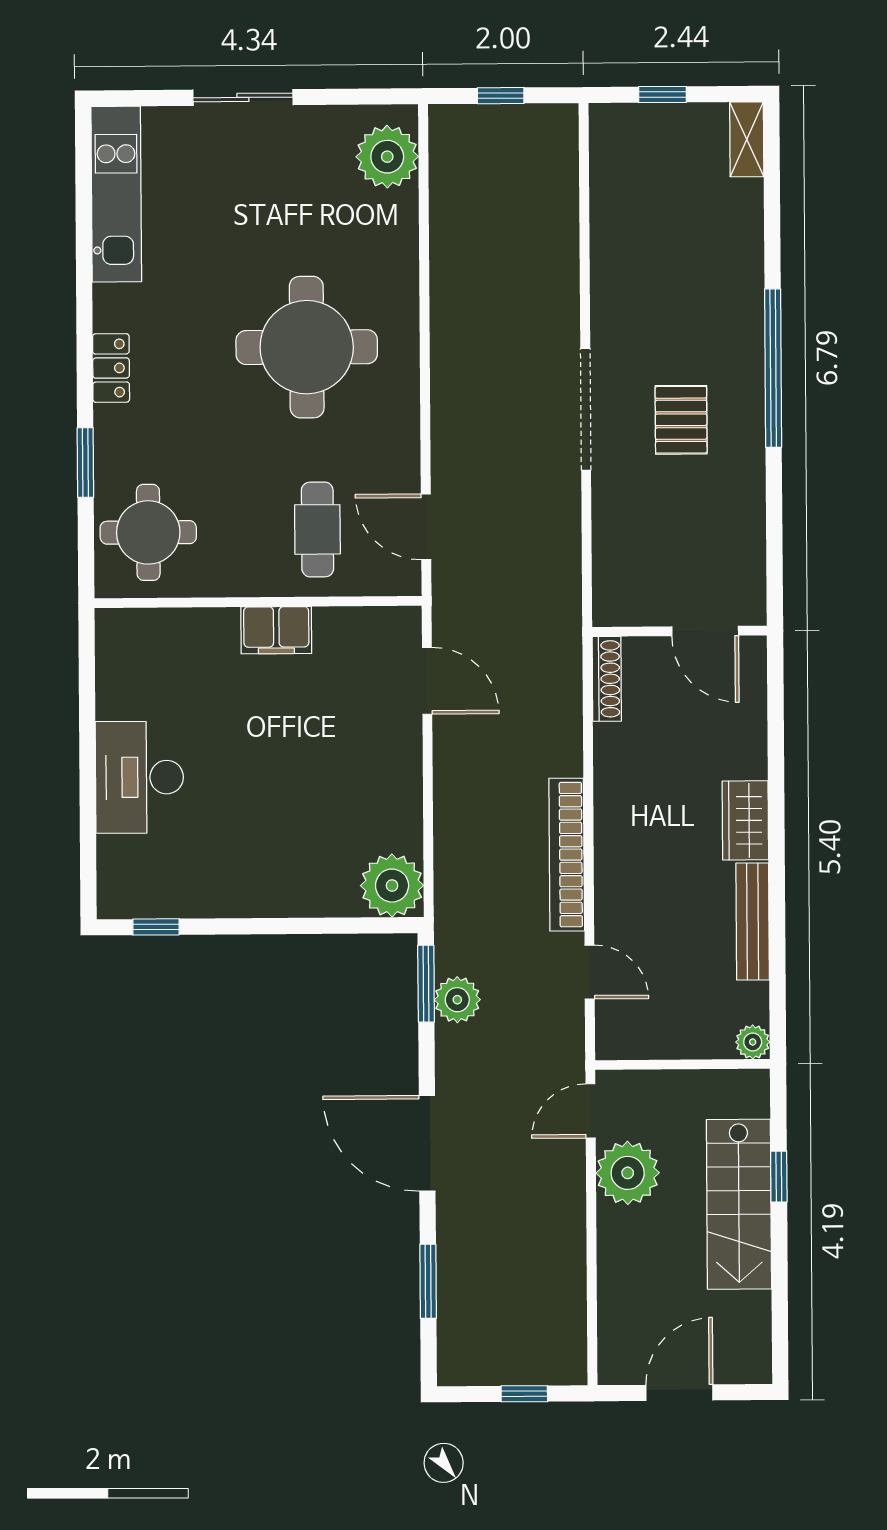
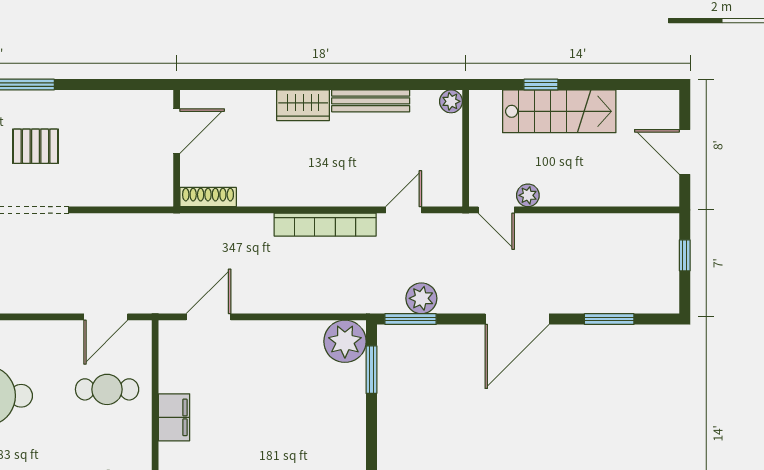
window: (350, 926) -> (371, 370), added
plant: (628, 1173) -> (528, 195), width x0.53, depth x0.53

